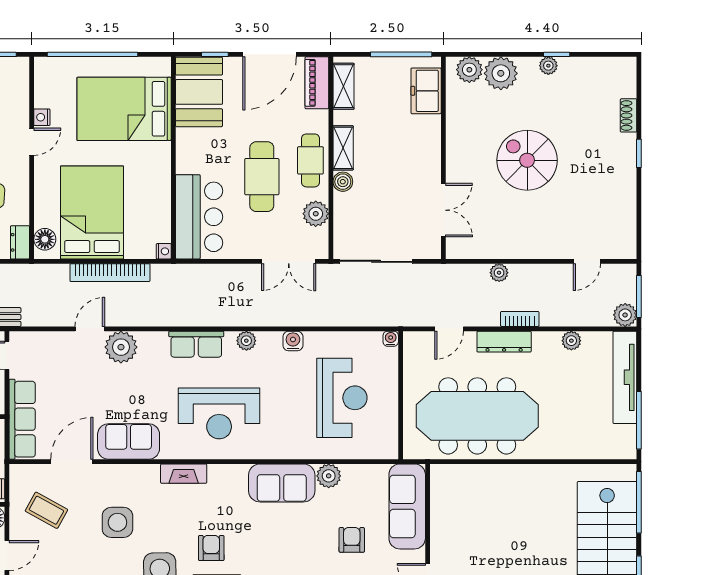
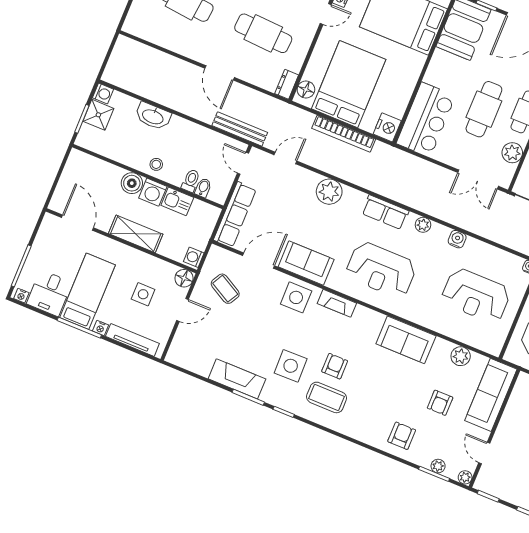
nightstand: (164, 251) -> (387, 127), width x1.89, depth x1.79
door: (90, 329) -> (285, 158), moved
reception desk: (342, 398) -> (476, 296), turned 90
plant: (329, 476) -> (461, 356), moved
side table: (117, 522) -> (296, 297), moved
armchair: (352, 540) -> (440, 403), turned 180

